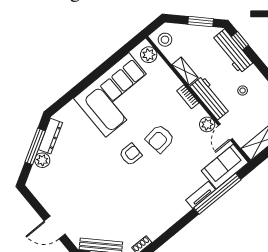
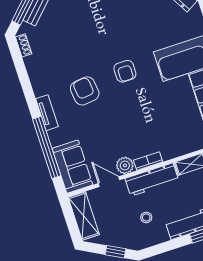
bookcase: (188, 97) -> (148, 161), moved
armchair: (160, 139) -> (85, 91), moved
tv unit: (201, 195) -> (47, 113), moved

